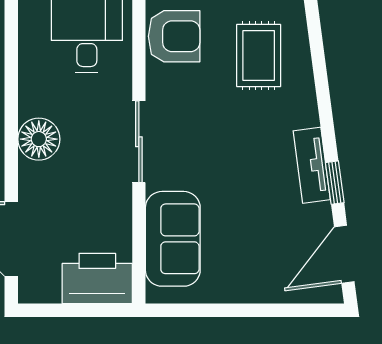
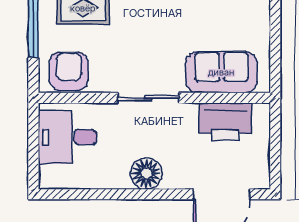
printer: (97, 278) -> (225, 122), moved, turned -90

